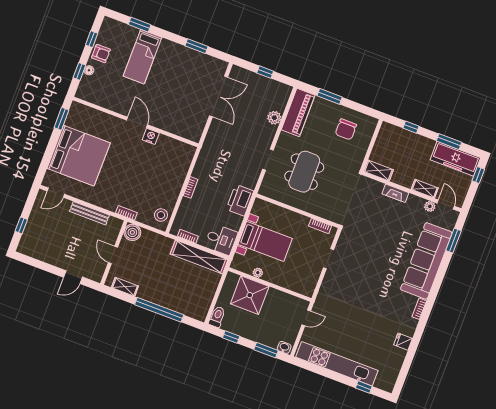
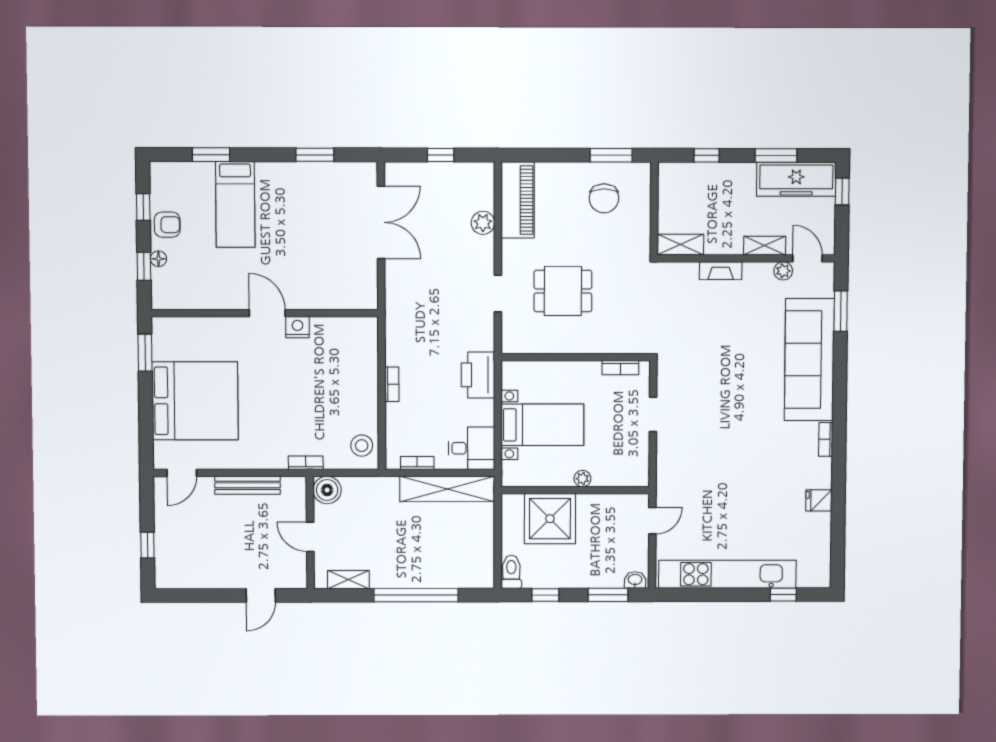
window: (330, 96) -> (611, 155), moved
dining table: (304, 172) -> (563, 291), width x0.73
plant: (258, 273) -> (582, 479), moved

